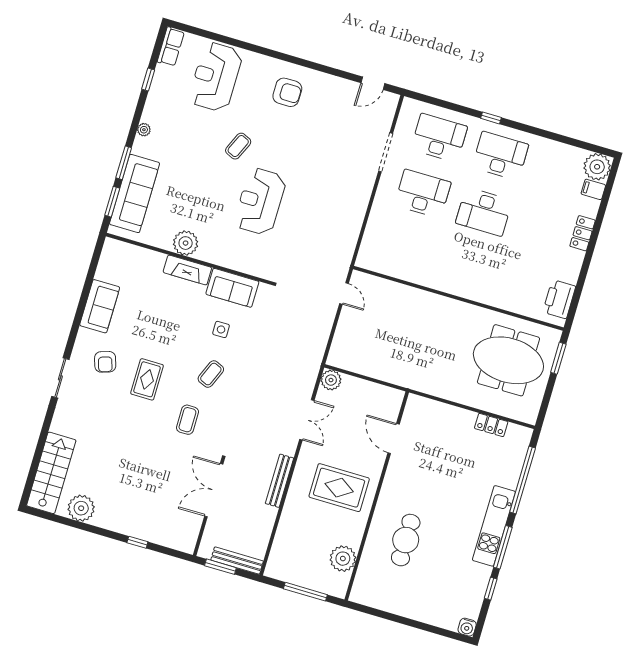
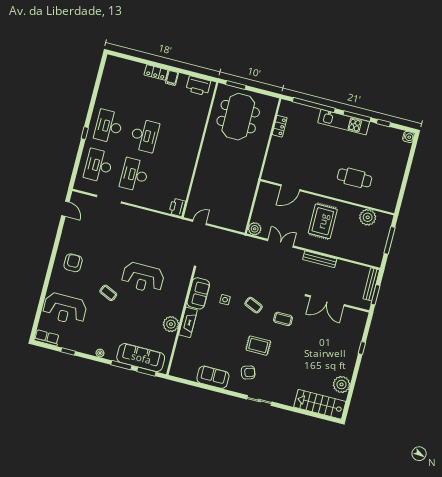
plant: (597, 167) -> (113, 65), removed
filing cabinet: (593, 189) -> (172, 78), moved
printer: (369, 259) -> (177, 207), added

